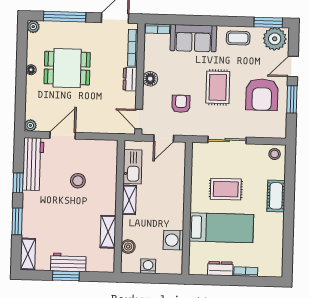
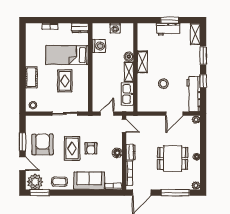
door: (293, 67) -> (22, 164), hinge flipped
armchair: (181, 104) -> (91, 148), moved
rug: (226, 189) -> (65, 81), turned 90
shelving: (108, 232) -> (142, 62), moved
boiler: (128, 247) -> (129, 57), moved
dresser: (220, 269) -> (80, 28), moved

